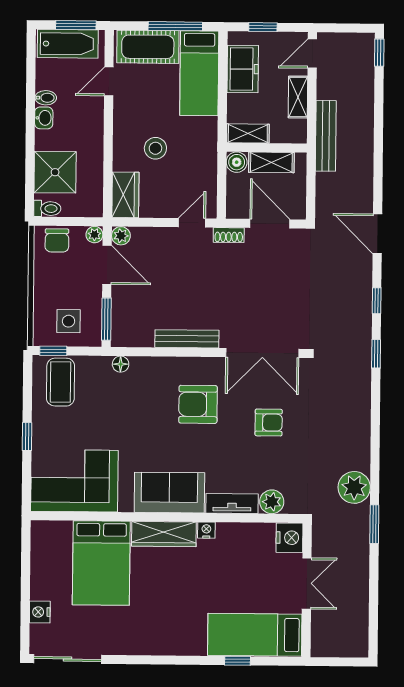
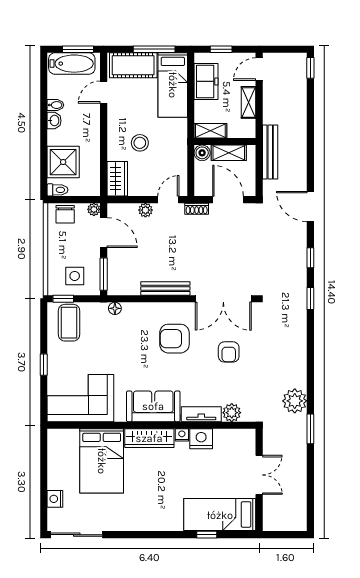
bench: (326, 136) -> (270, 152), moved
plant: (121, 236) -> (145, 210), moved
armchair: (269, 423) -> (229, 352), turned 90
nightstand: (289, 538) -> (201, 439), moved, turned -90

